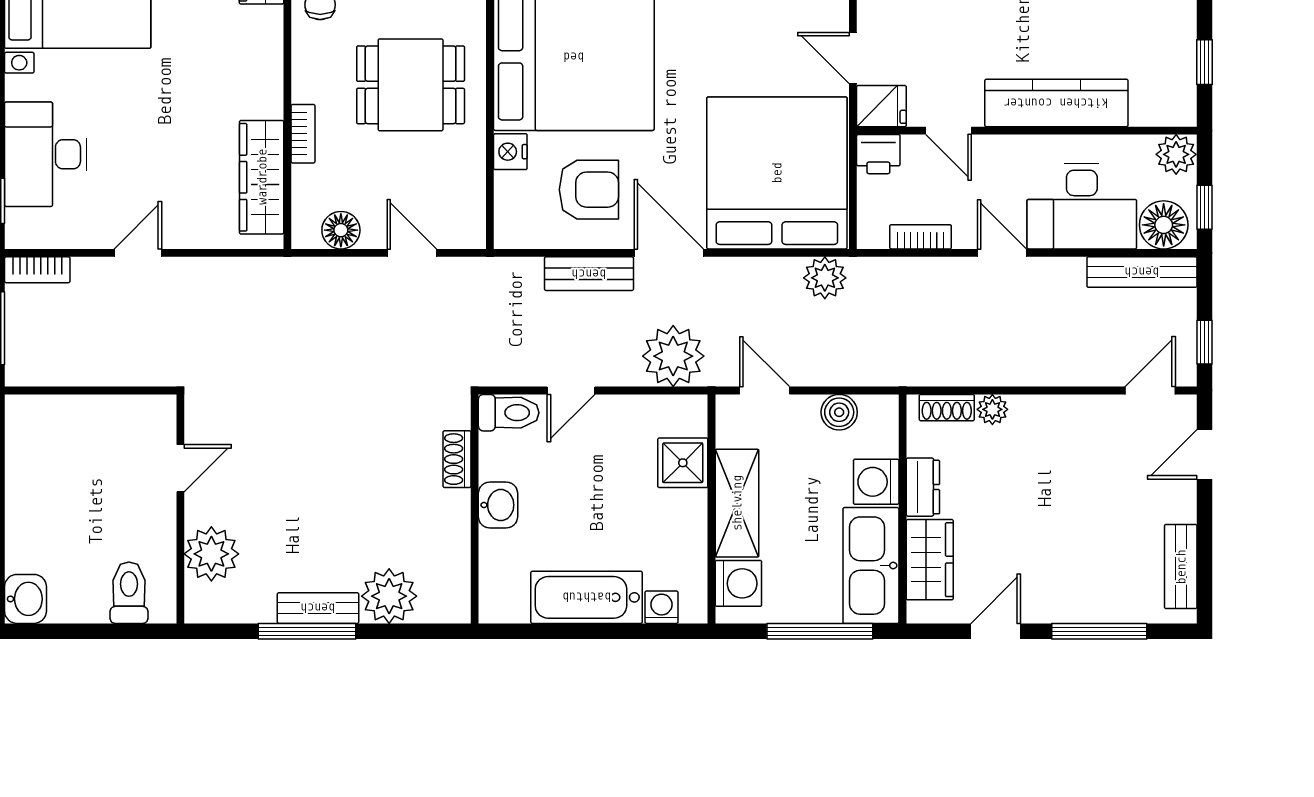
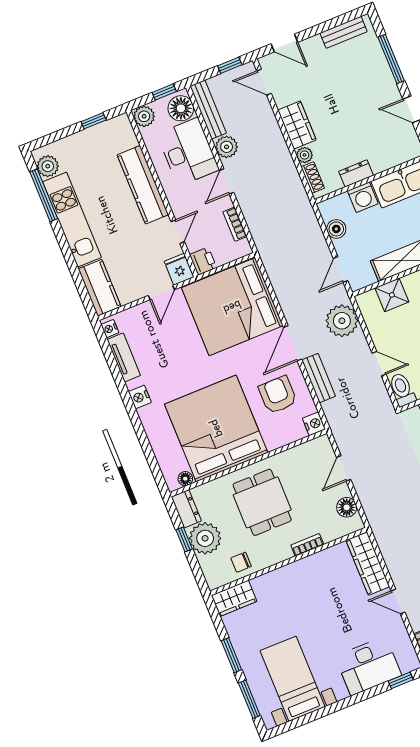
nightstand: (510, 152) -> (314, 424), moved, turned -90
wardrobe: (262, 177) -> (368, 563), moved, turned 90
plant: (825, 278) -> (227, 147), moved
wardrobe: (930, 560) -> (297, 125), moved, turned 90

